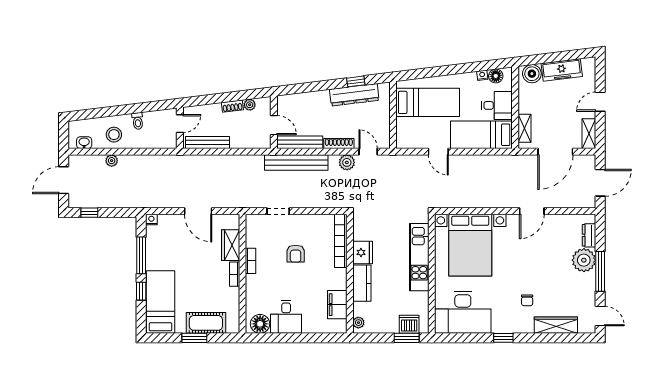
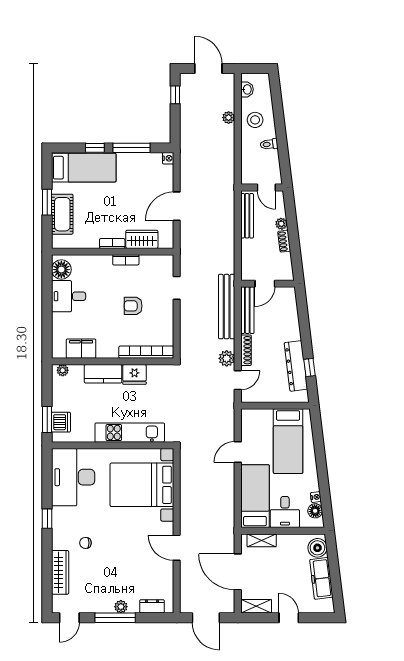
plant: (250, 105) -> (281, 224), moved
plant: (584, 260) -> (121, 607), width x0.53, depth x0.53

